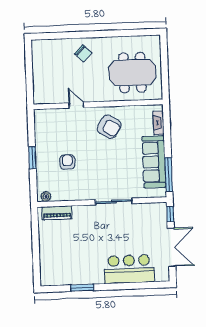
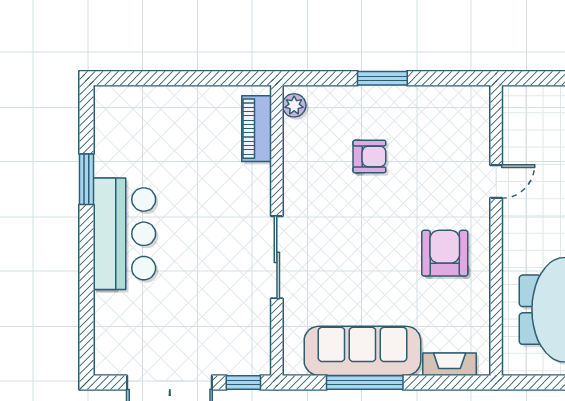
armchair: (109, 127) -> (445, 253), turned 149
window: (169, 175) -> (365, 382), moved
bar counter: (129, 269) -> (124, 234), moved

